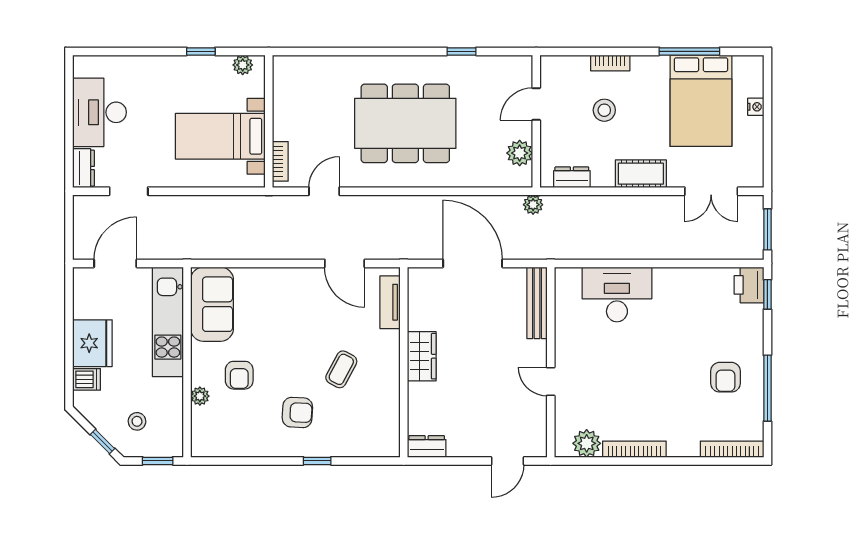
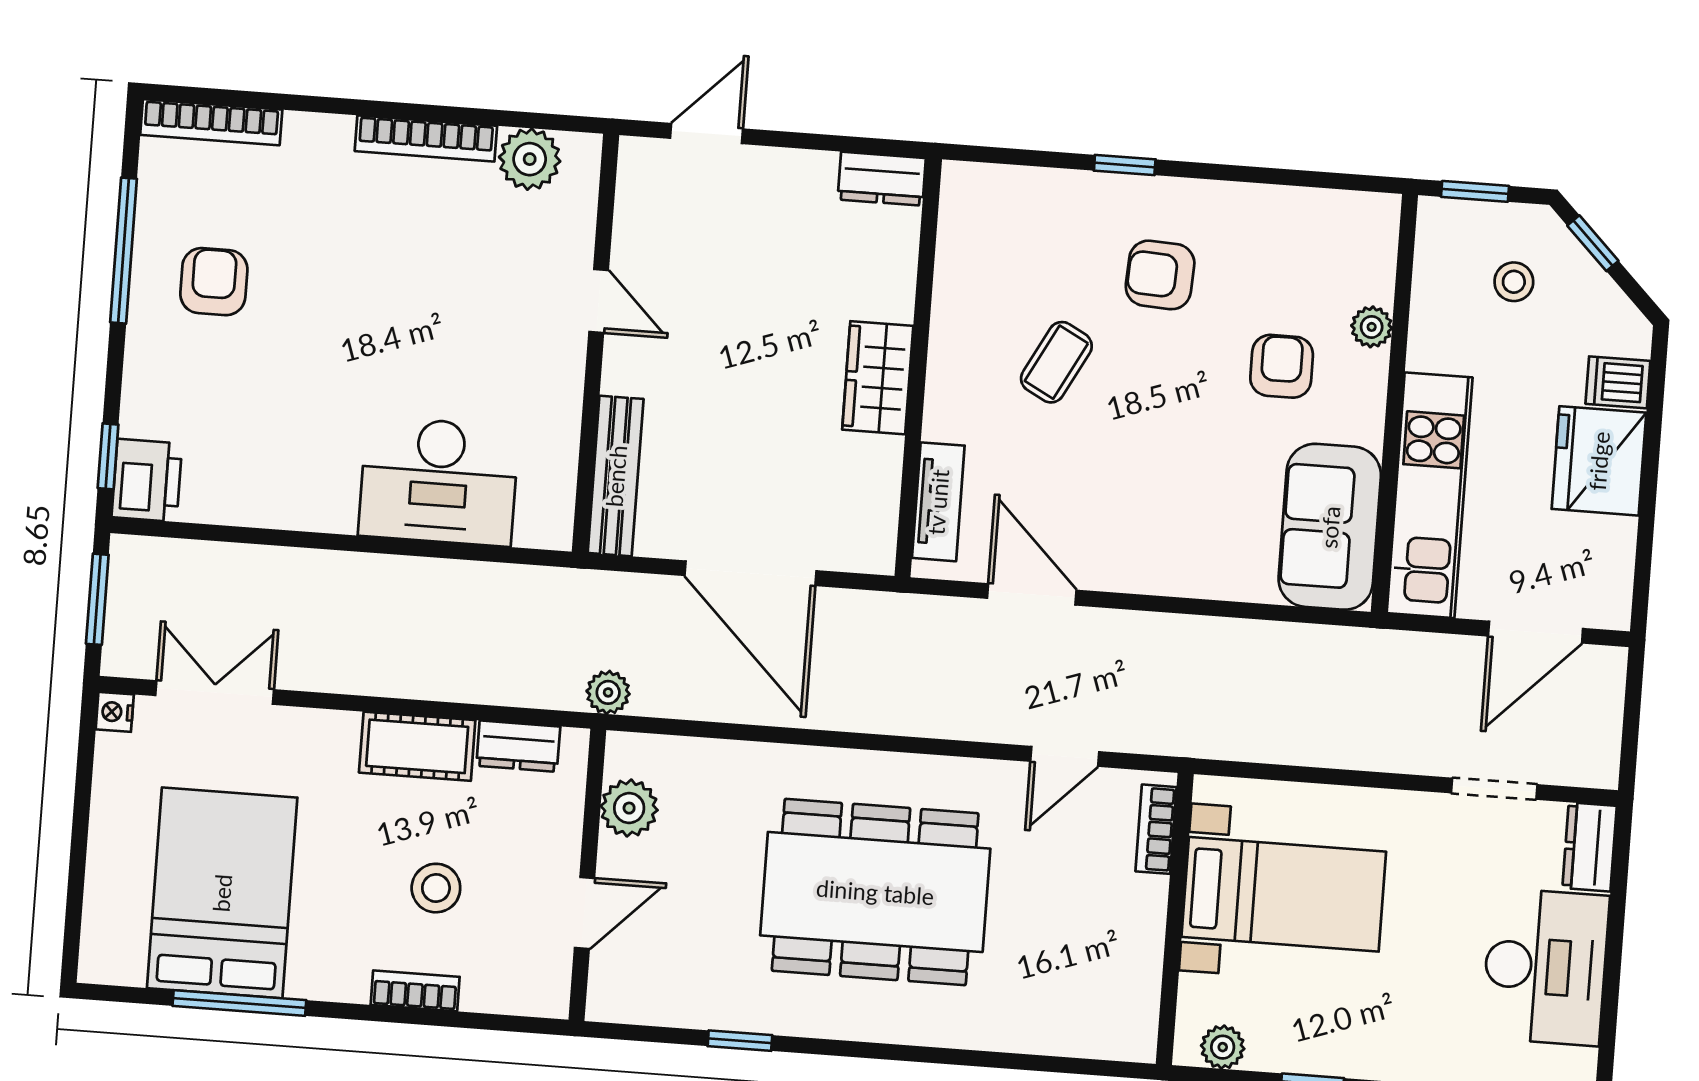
nightstand: (756, 107) -> (115, 712), moved
cot: (641, 174) -> (417, 746), moved

